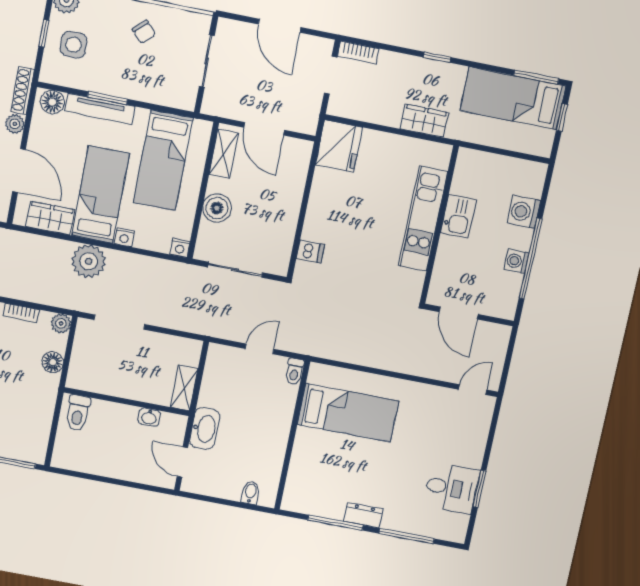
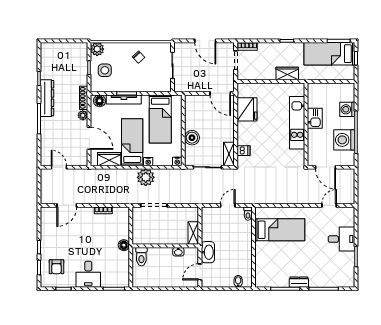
door: (264, 129) -> (220, 93), moved
fridge: (339, 146) -> (247, 109), moved
shelving: (224, 154) -> (229, 154), moved
plant: (89, 261) -> (146, 177), moved
washing machine: (516, 261) -> (344, 140), width x1.89, depth x1.89
plant: (61, 323) -> (124, 212), removed
floor lamp: (53, 362) -> (124, 245), moved
door: (473, 390) -> (329, 205), moved
door: (182, 462) -> (200, 272), hinge flipped
desk: (451, 488) -> (341, 239), moved

